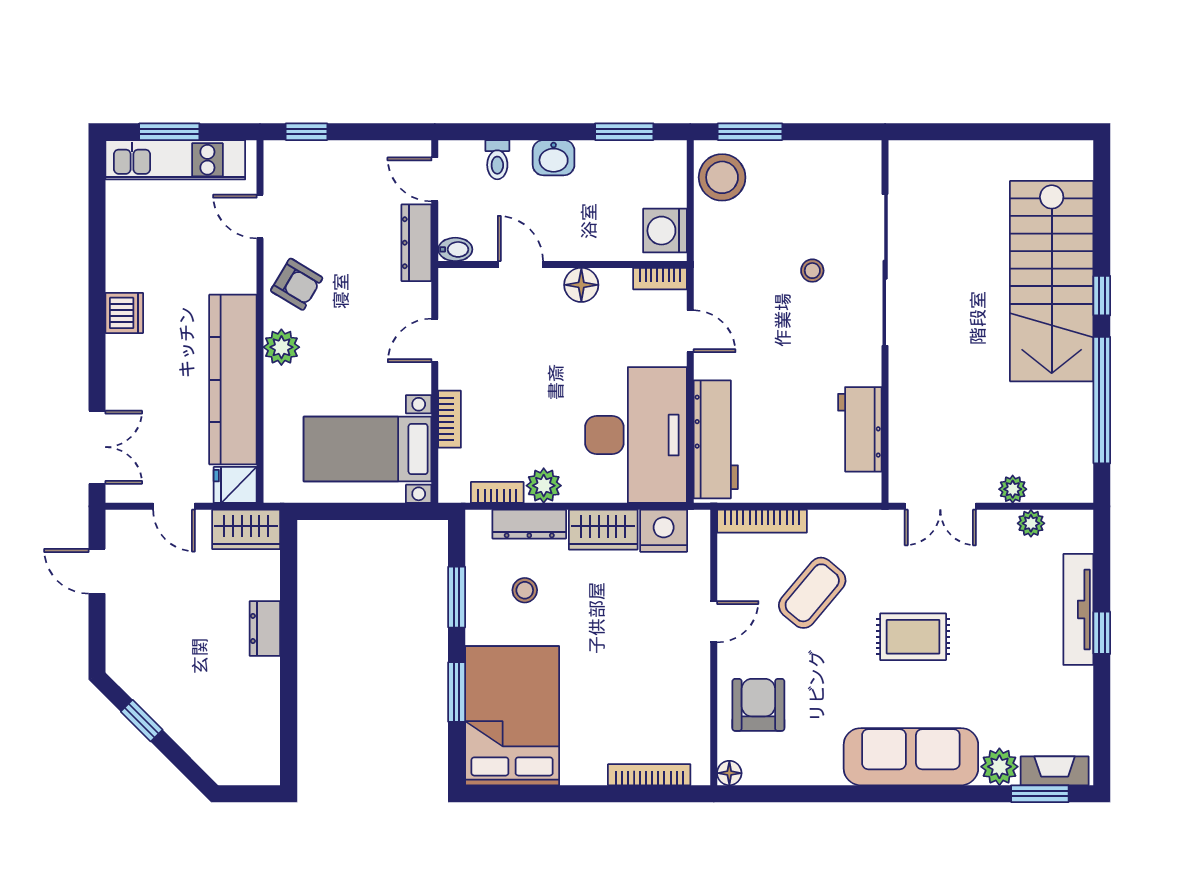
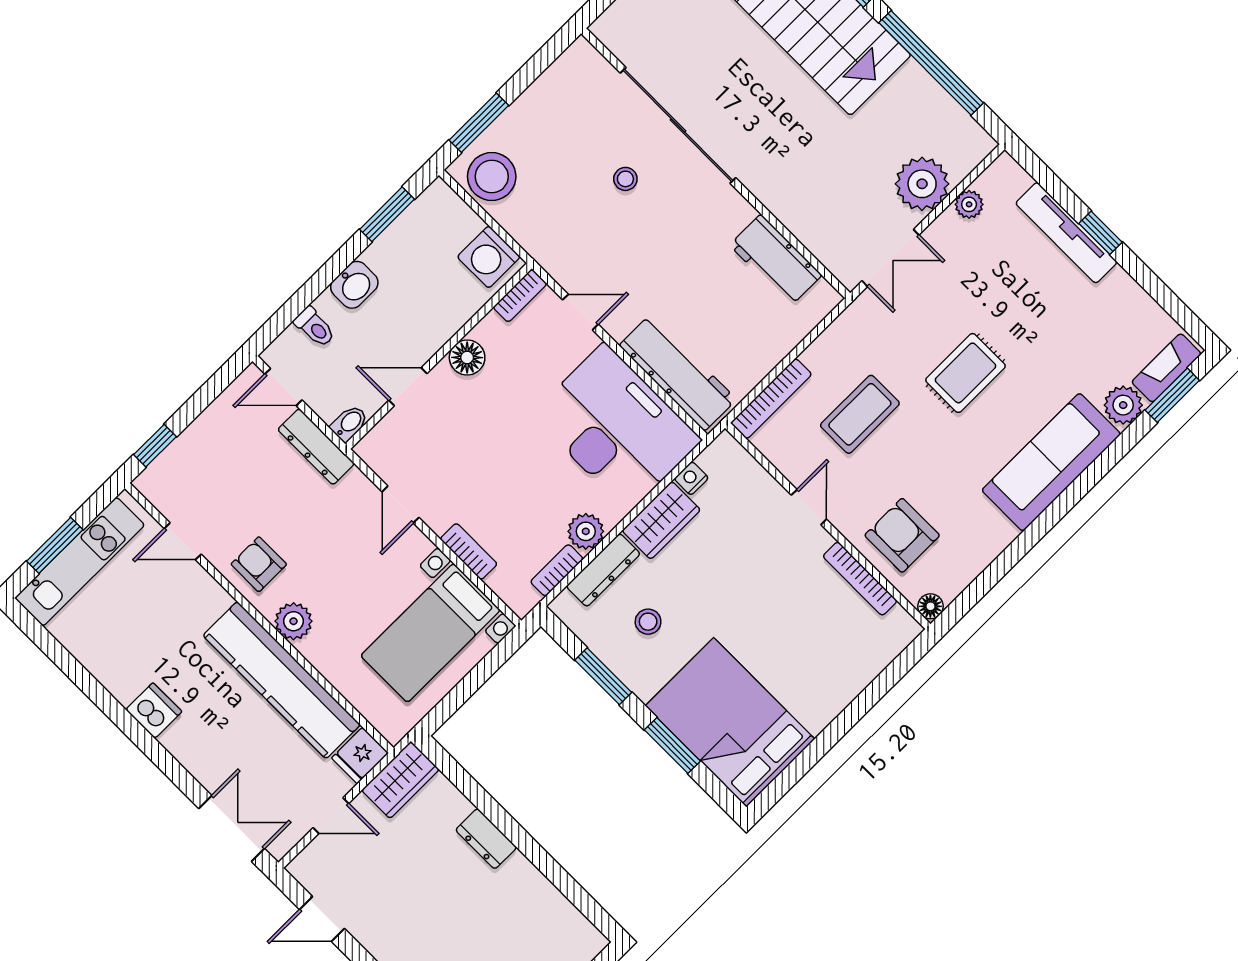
armchair: (297, 284) -> (259, 564), turned -121
plant: (1013, 489) -> (922, 184), width x1.88, depth x1.88
nightstand: (664, 531) -> (691, 478), width x0.53, depth x0.56
coffee table: (812, 593) -> (860, 414), turned 50
bookcase: (649, 775) -> (860, 579), moved, turned -90

